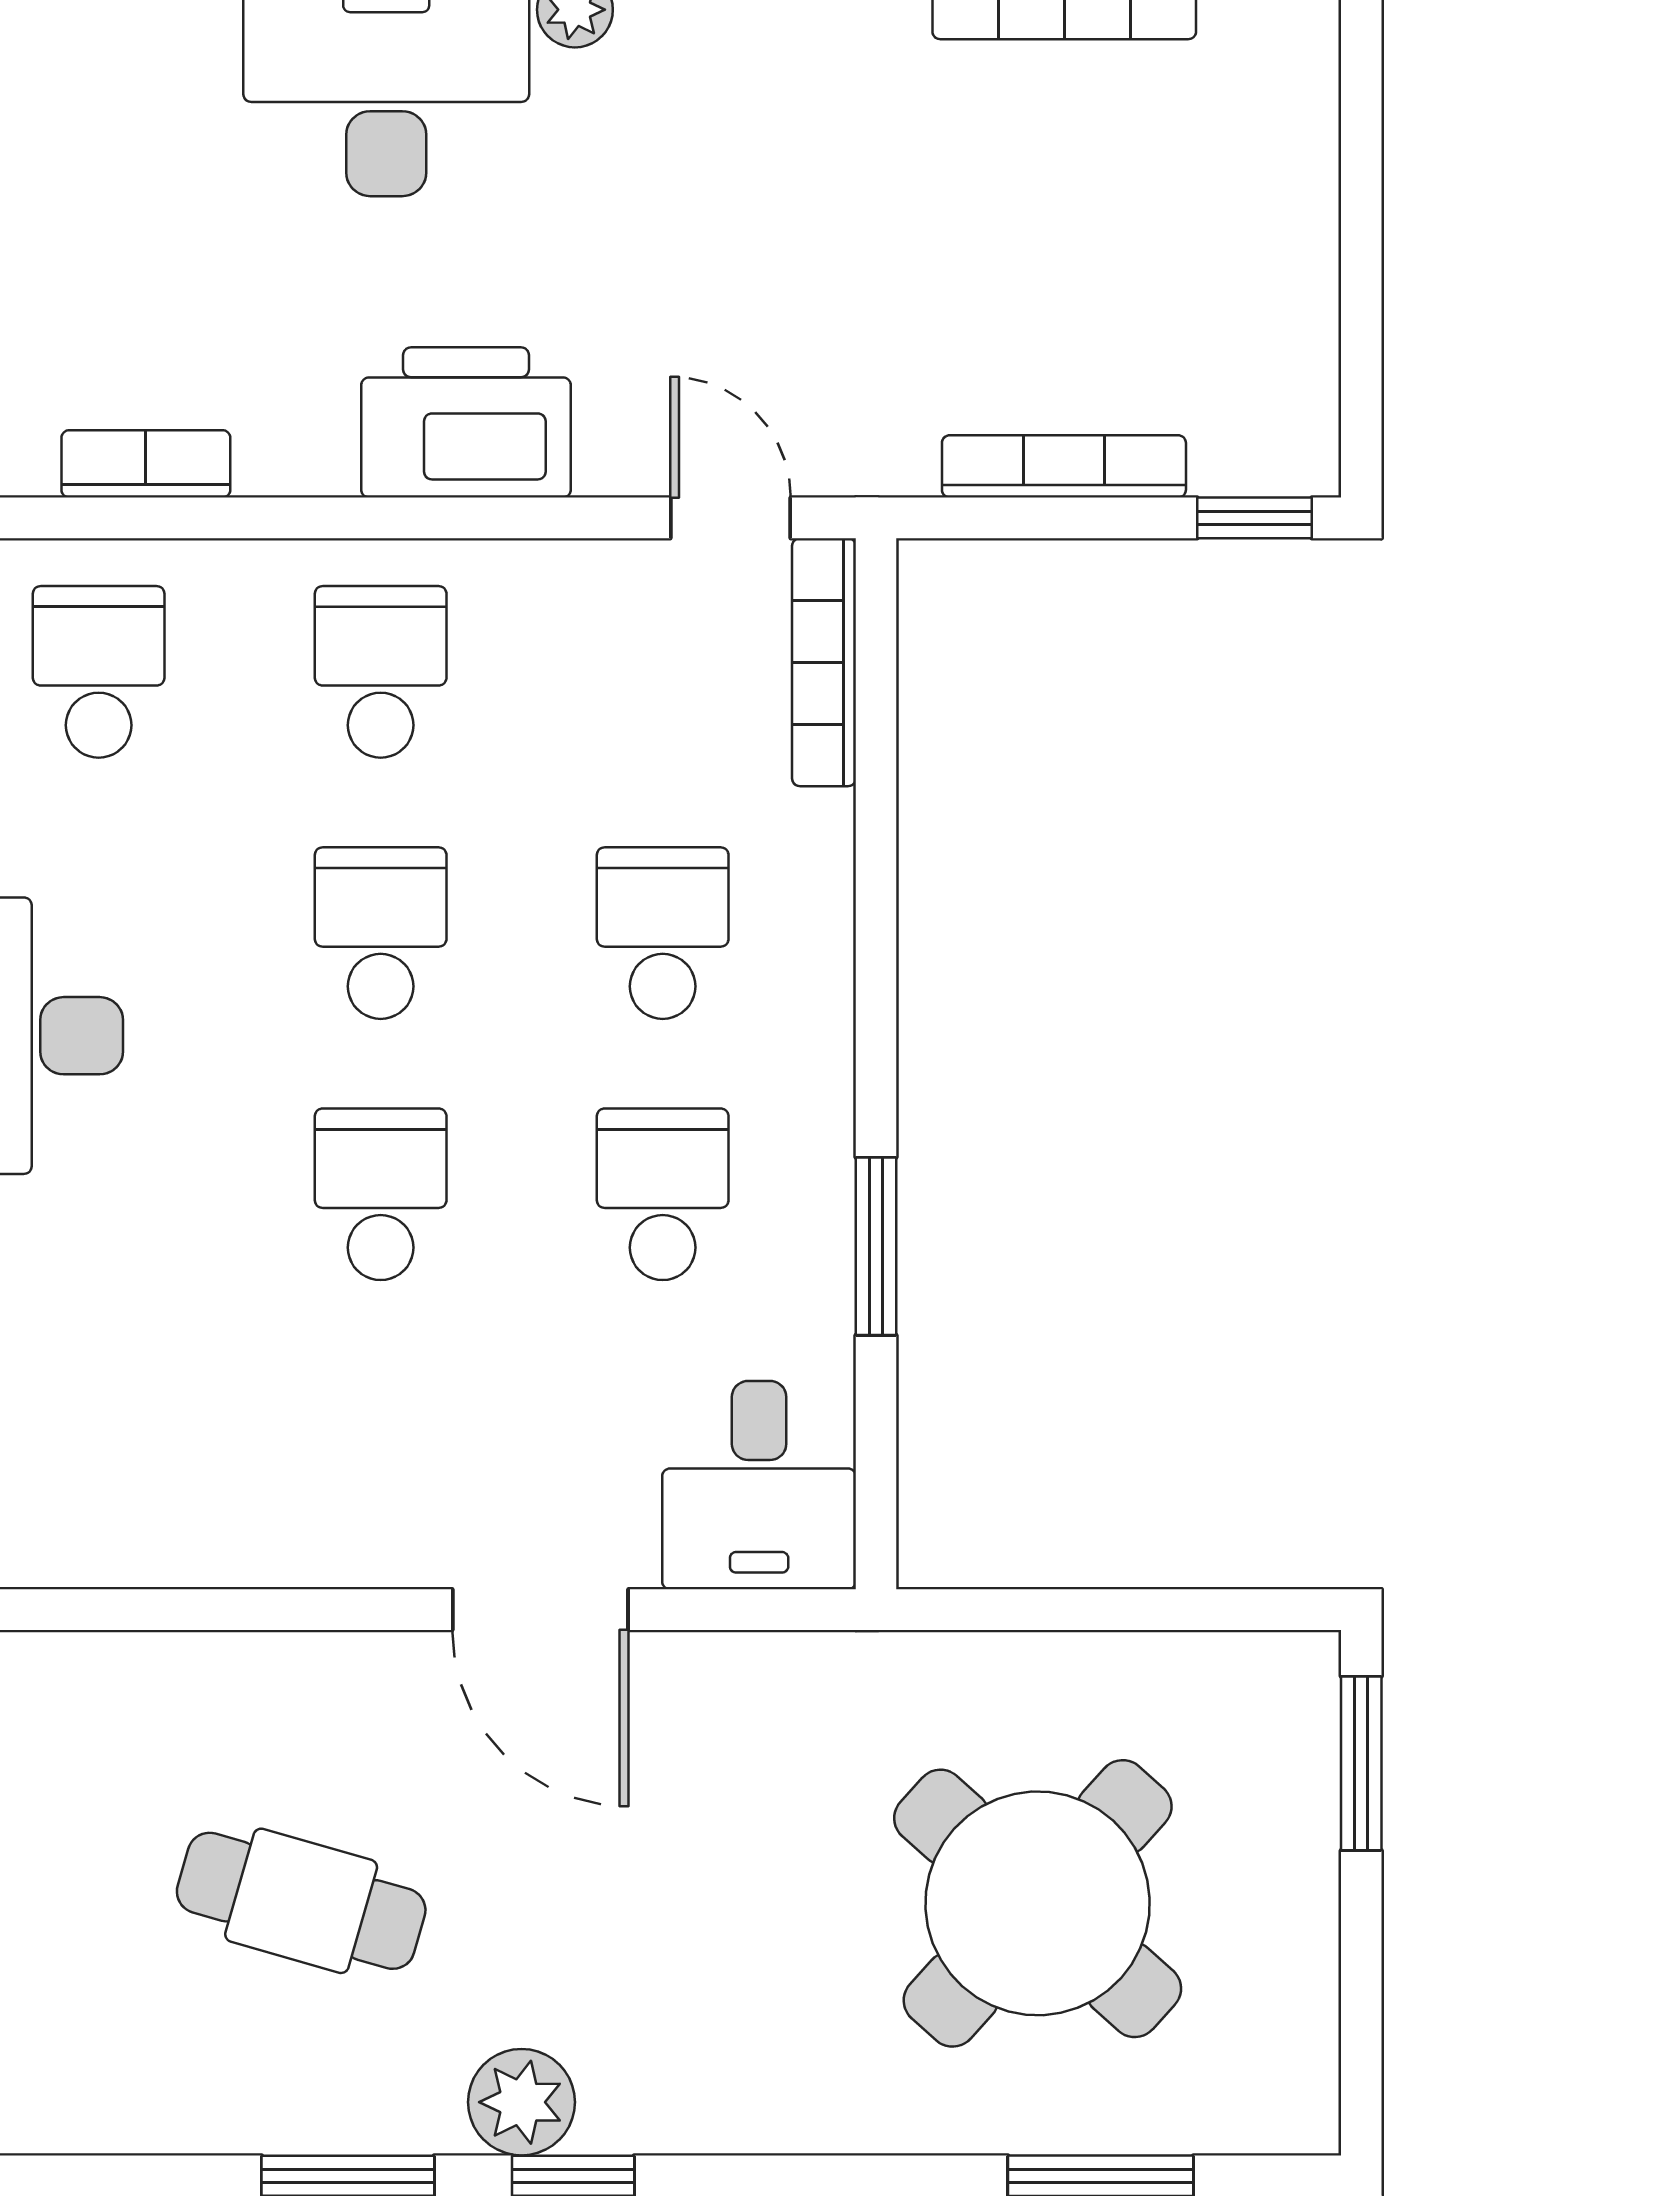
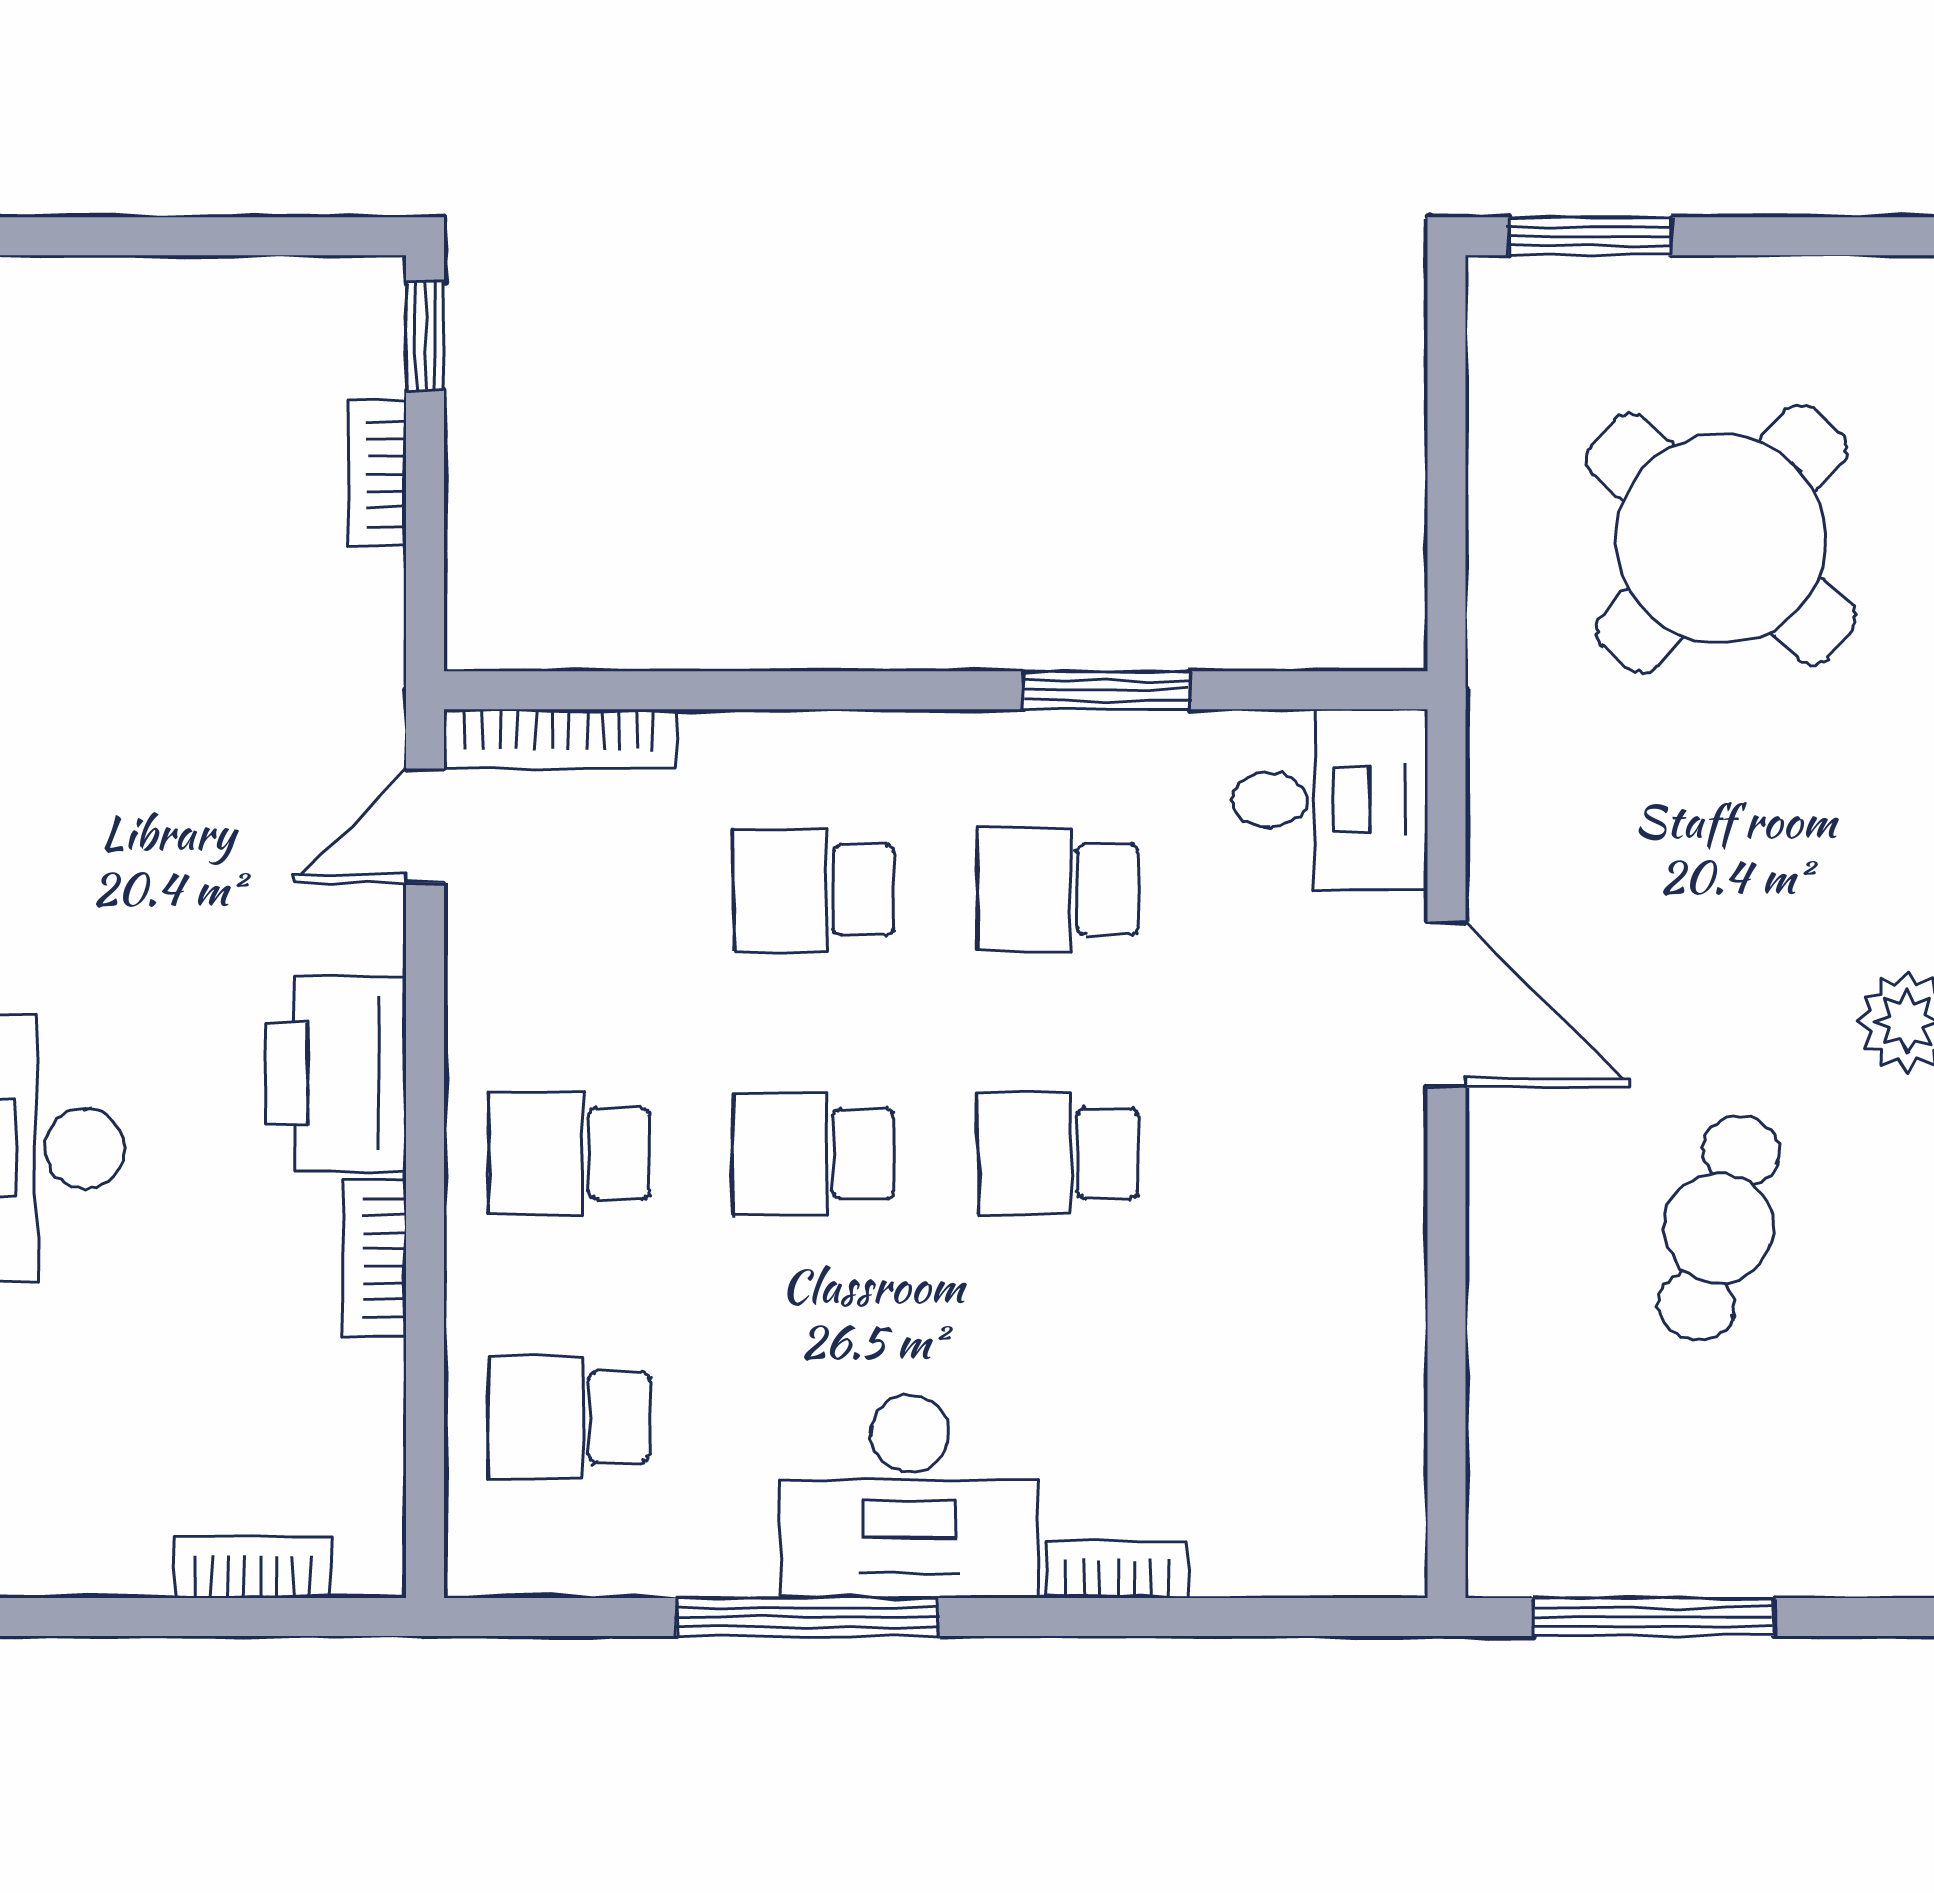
bookcase: (146, 464) -> (375, 1258), moved
bookcase: (1064, 466) -> (377, 473), width x0.64
door: (540, 1610) -> (1446, 1004), hinge flipped

